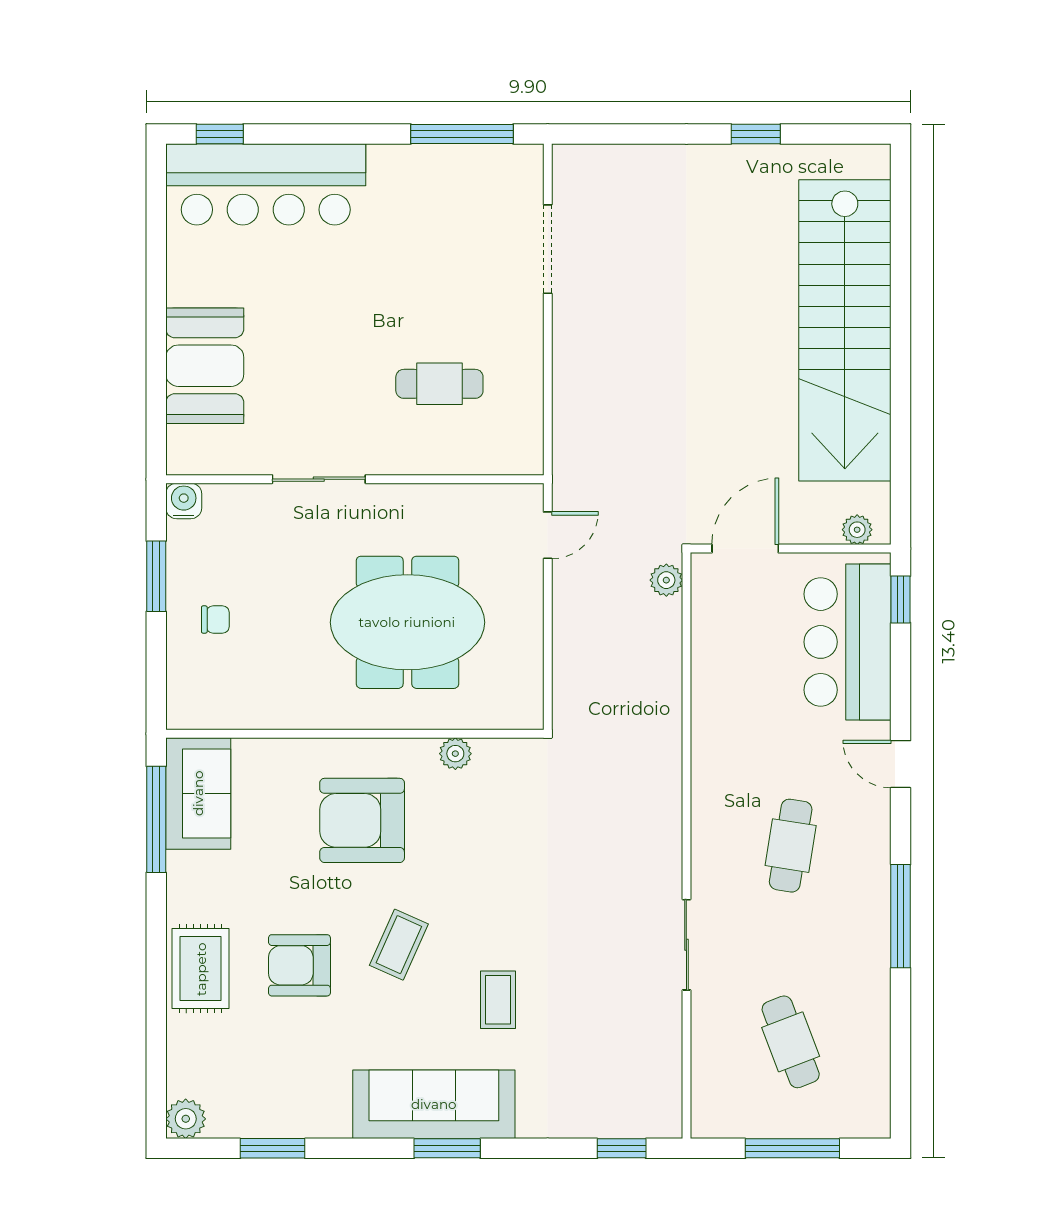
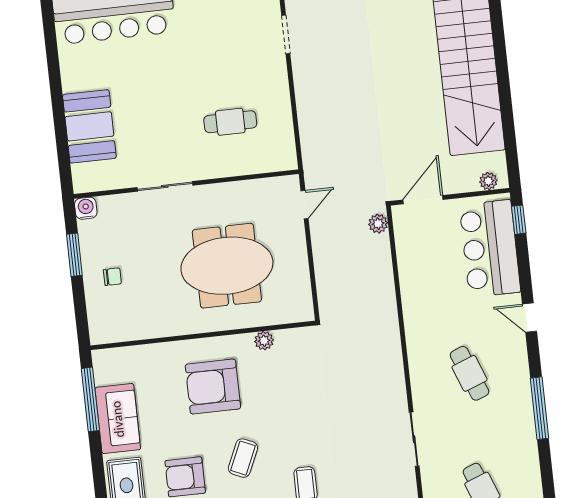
doorway: (548, 249) -> (286, 34), width x0.73
sofa: (198, 793) -> (118, 419), moved
cafe table: (791, 846) -> (470, 373), turned -30

